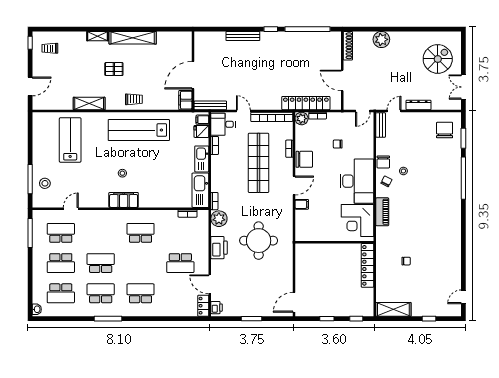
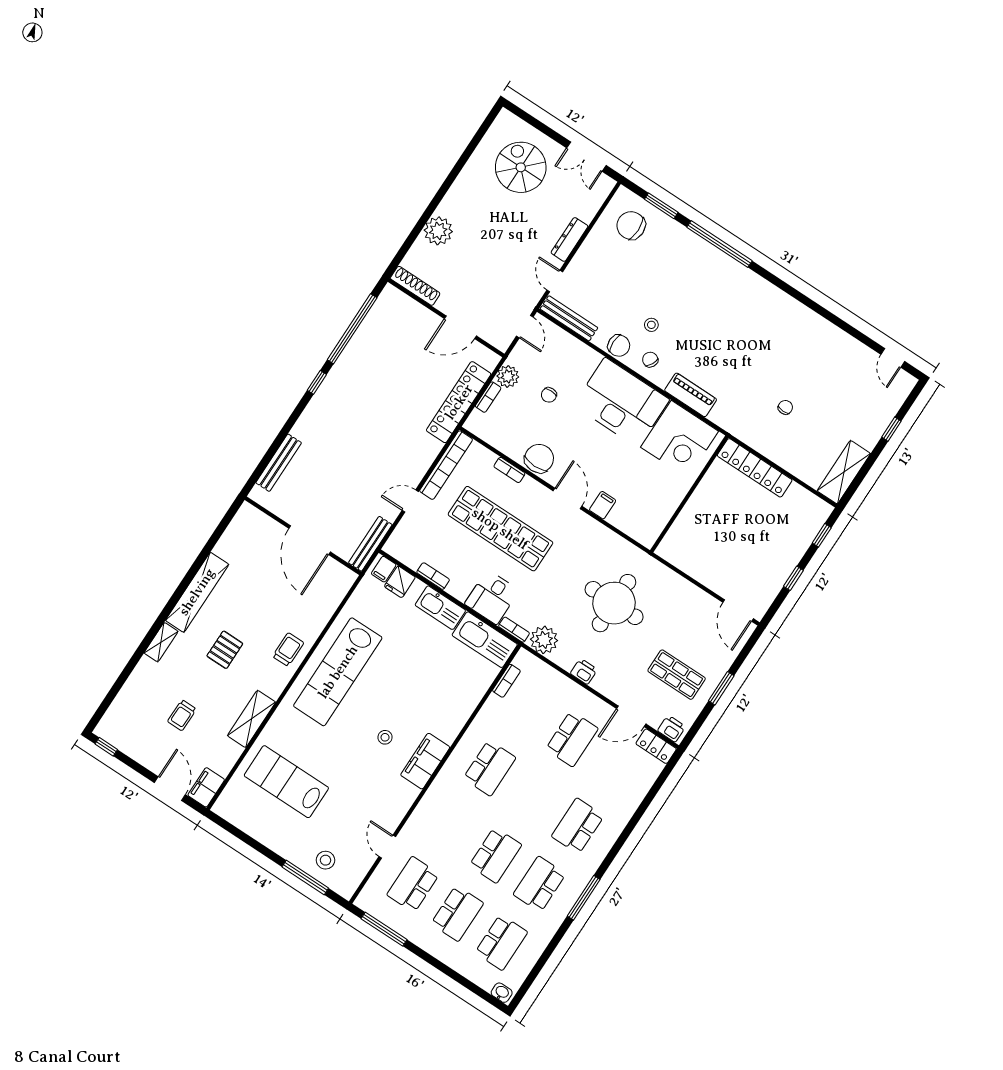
bench: (243, 36) -> (279, 463), moved
trolley: (50, 48) -> (182, 715), moved
filing cabinet: (185, 100) -> (206, 787), moved, turned 90
plant: (302, 119) -> (508, 376), moved
desk: (223, 124) -> (492, 597), moved
bench: (381, 125) -> (569, 318), width x1.36
school desk: (141, 233) -> (490, 768), turned 180
printer: (219, 248) -> (584, 671), width x0.53, depth x0.68
school desk: (101, 263) -> (495, 855), turned 180
shop shelf: (244, 293) -> (677, 675), added

